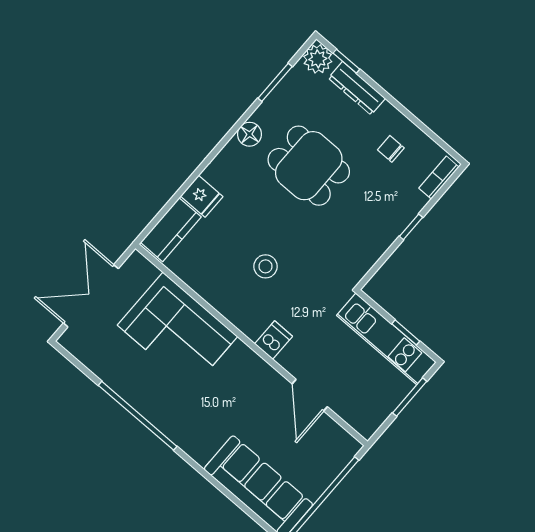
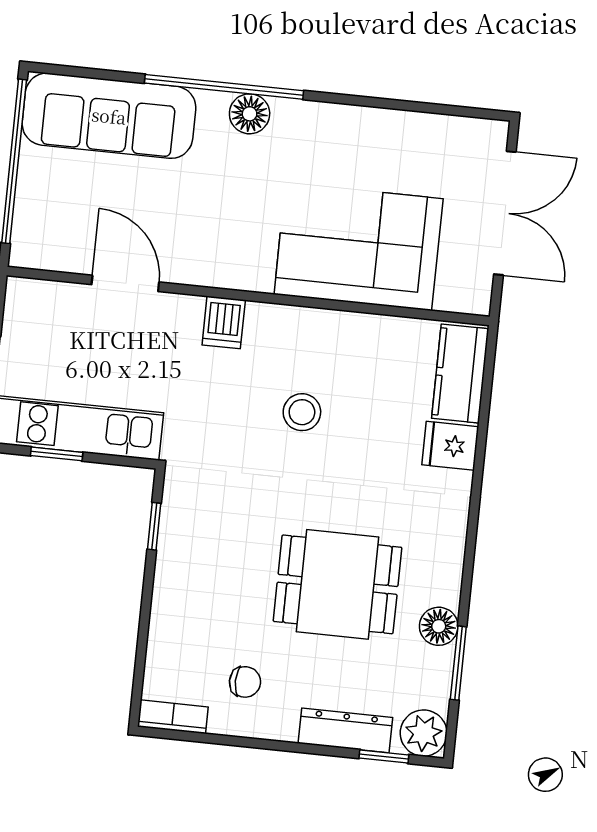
floor lamp: (249, 134) -> (439, 626), moved
bookcase: (439, 178) -> (173, 717), moved, turned -90
window: (411, 227) -> (154, 526), moved
window: (138, 416) -> (224, 87), moved
floor lamp: (186, 438) -> (250, 114), added

